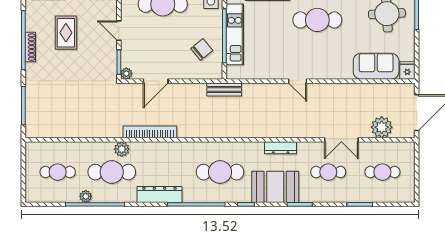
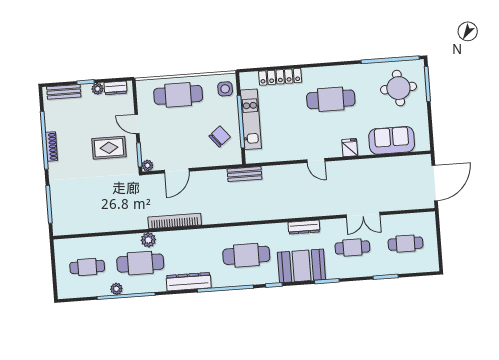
rug: (66, 33) -> (109, 148), moved, turned 90
fridge: (407, 70) -> (350, 148), moved
plant: (382, 127) -> (402, 200), removed

